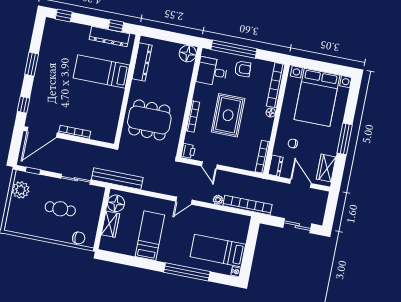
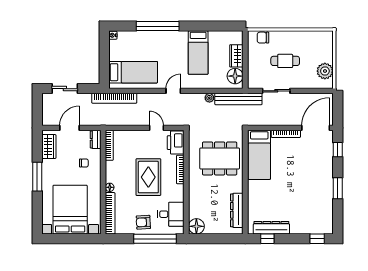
bed: (101, 72) -> (259, 155), moved, turned 90
printer: (188, 151) -> (176, 143), width x1.87, depth x1.48
window: (33, 171) -> (317, 91), removed
door: (301, 183) -> (69, 128), swing flipped
plant: (218, 200) -> (209, 98), moved
bed: (218, 251) -> (133, 72), moved

